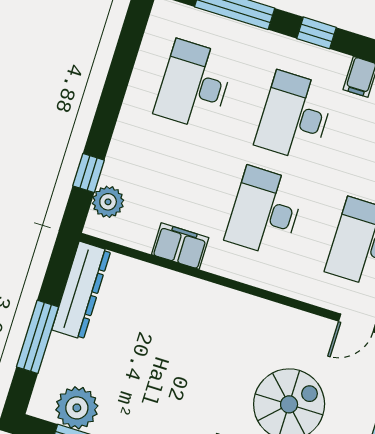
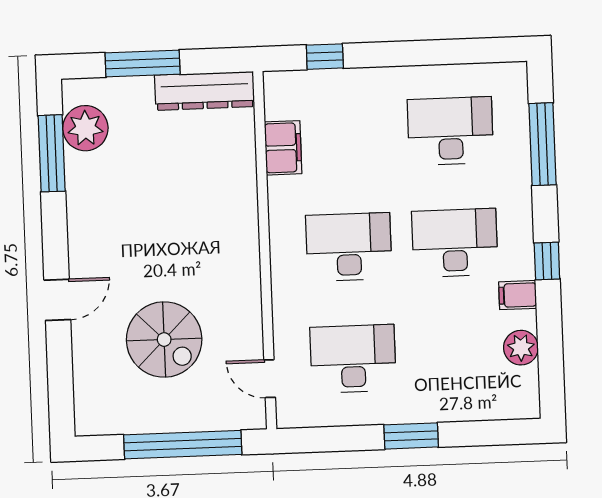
window: (316, 33) -> (547, 261), moved
plant: (108, 202) -> (303, 86), removed
filing cabinet: (180, 246) -> (283, 148), moved

